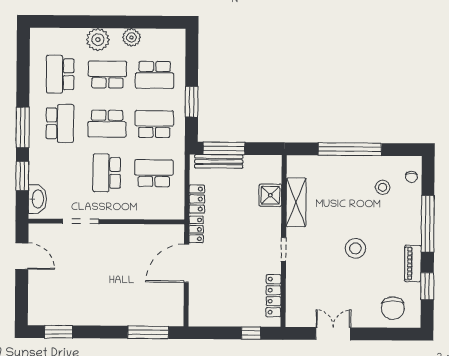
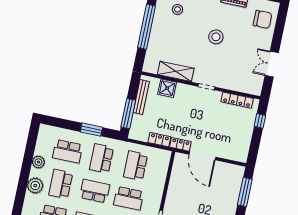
school desk: (155, 75) -> (68, 151), turned 90
school desk: (107, 124) -> (95, 191), turned -90
bench: (219, 161) -> (141, 97), moved

